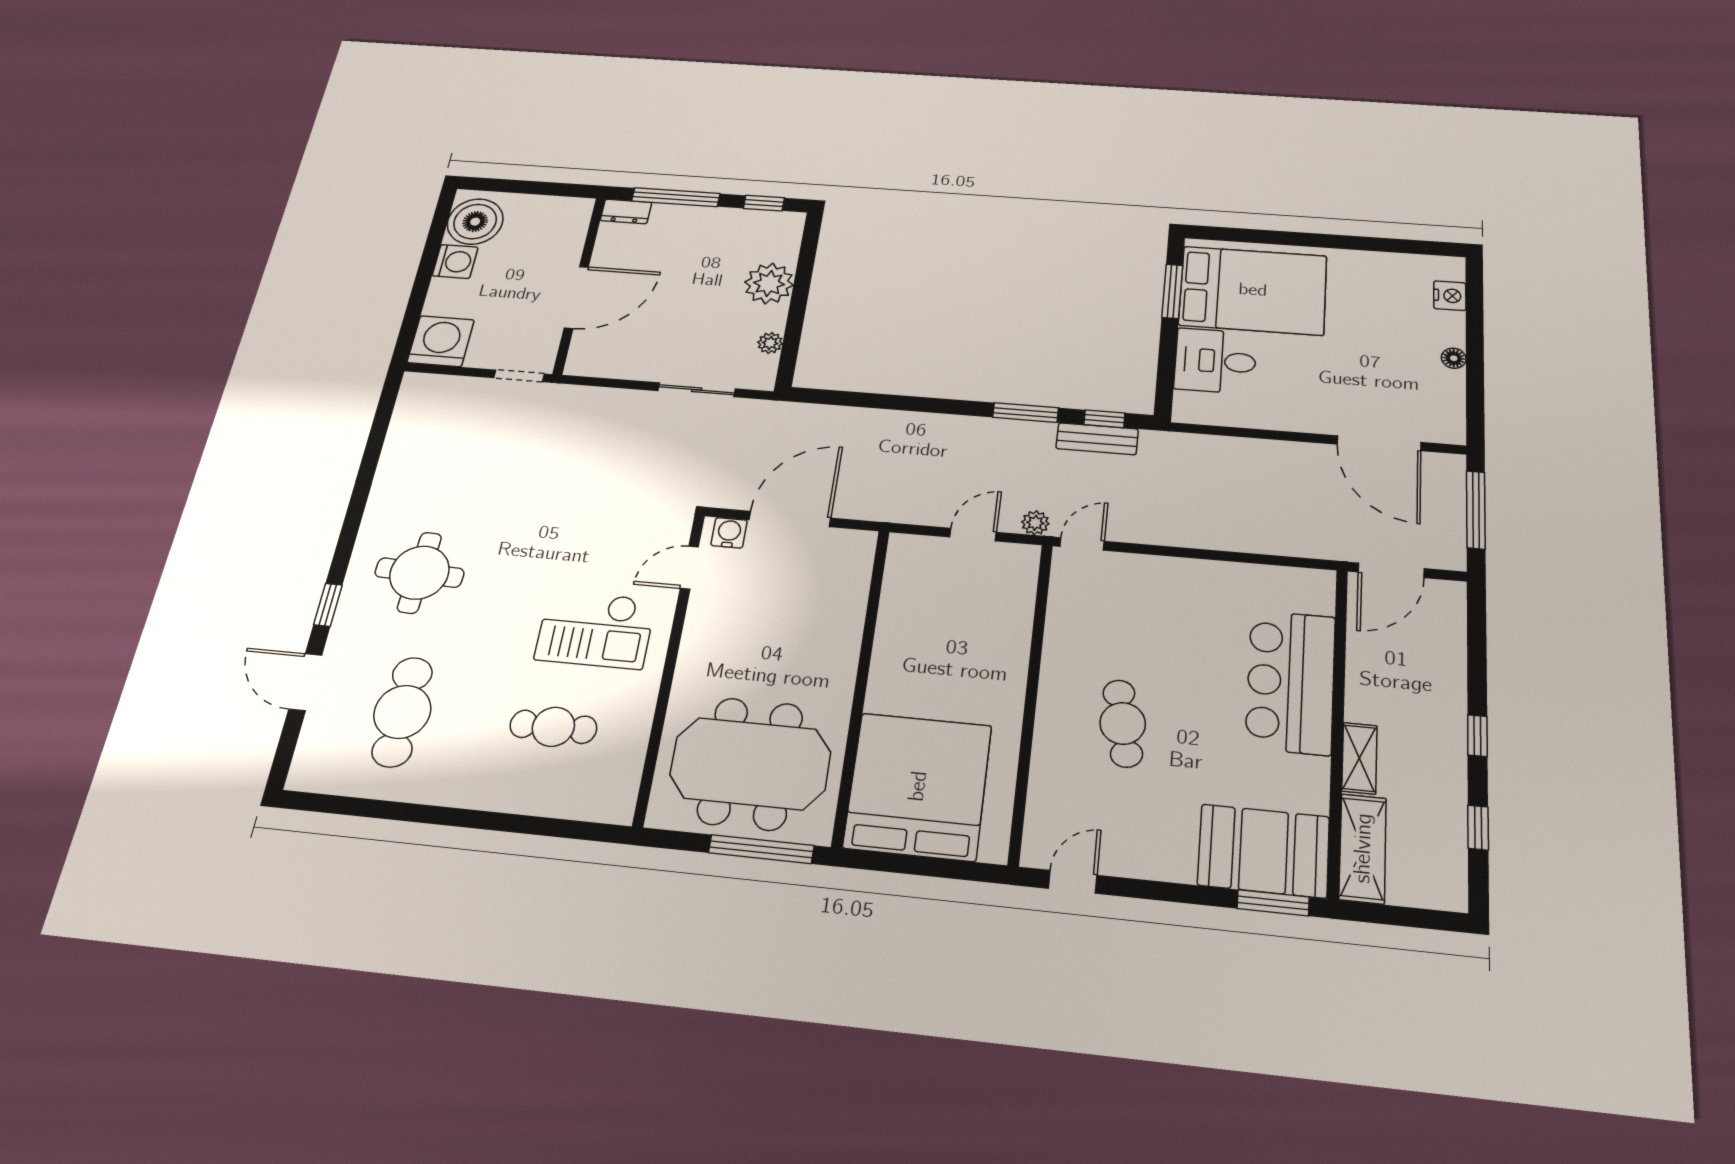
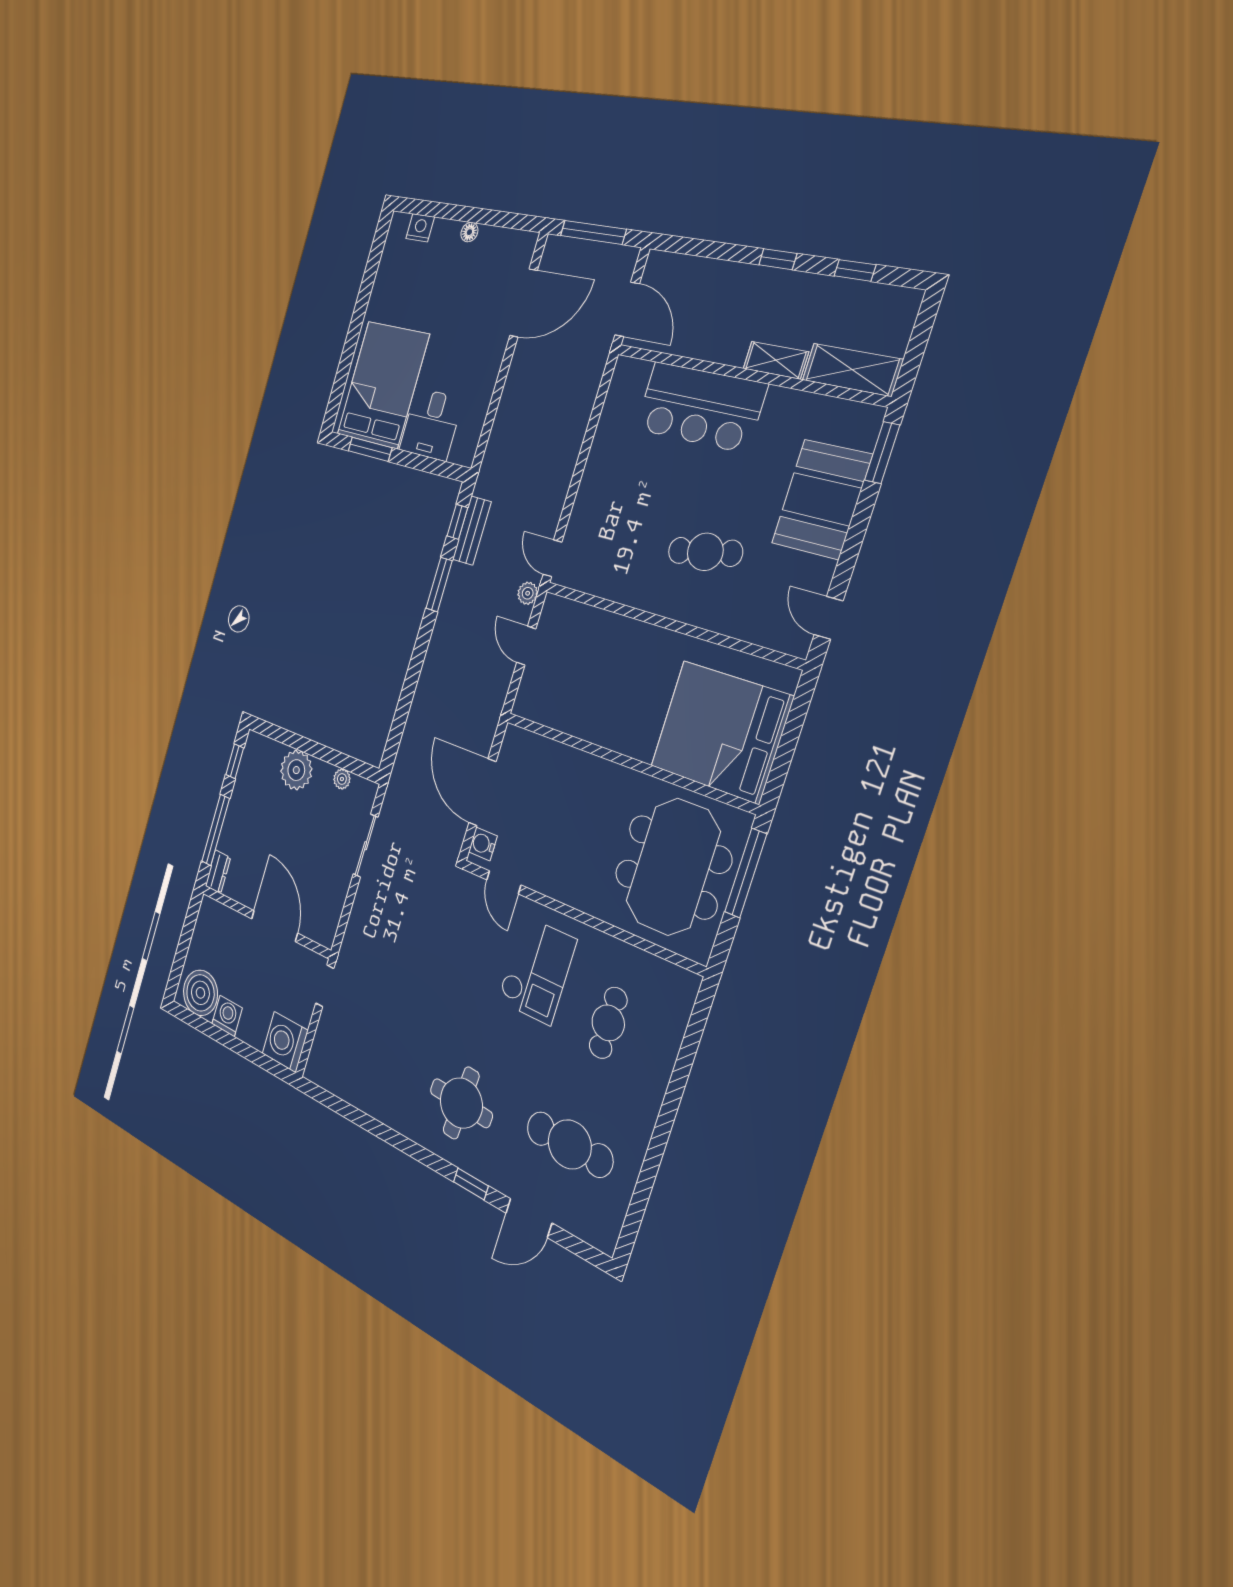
booth: (1264, 851) -> (822, 499), moved

